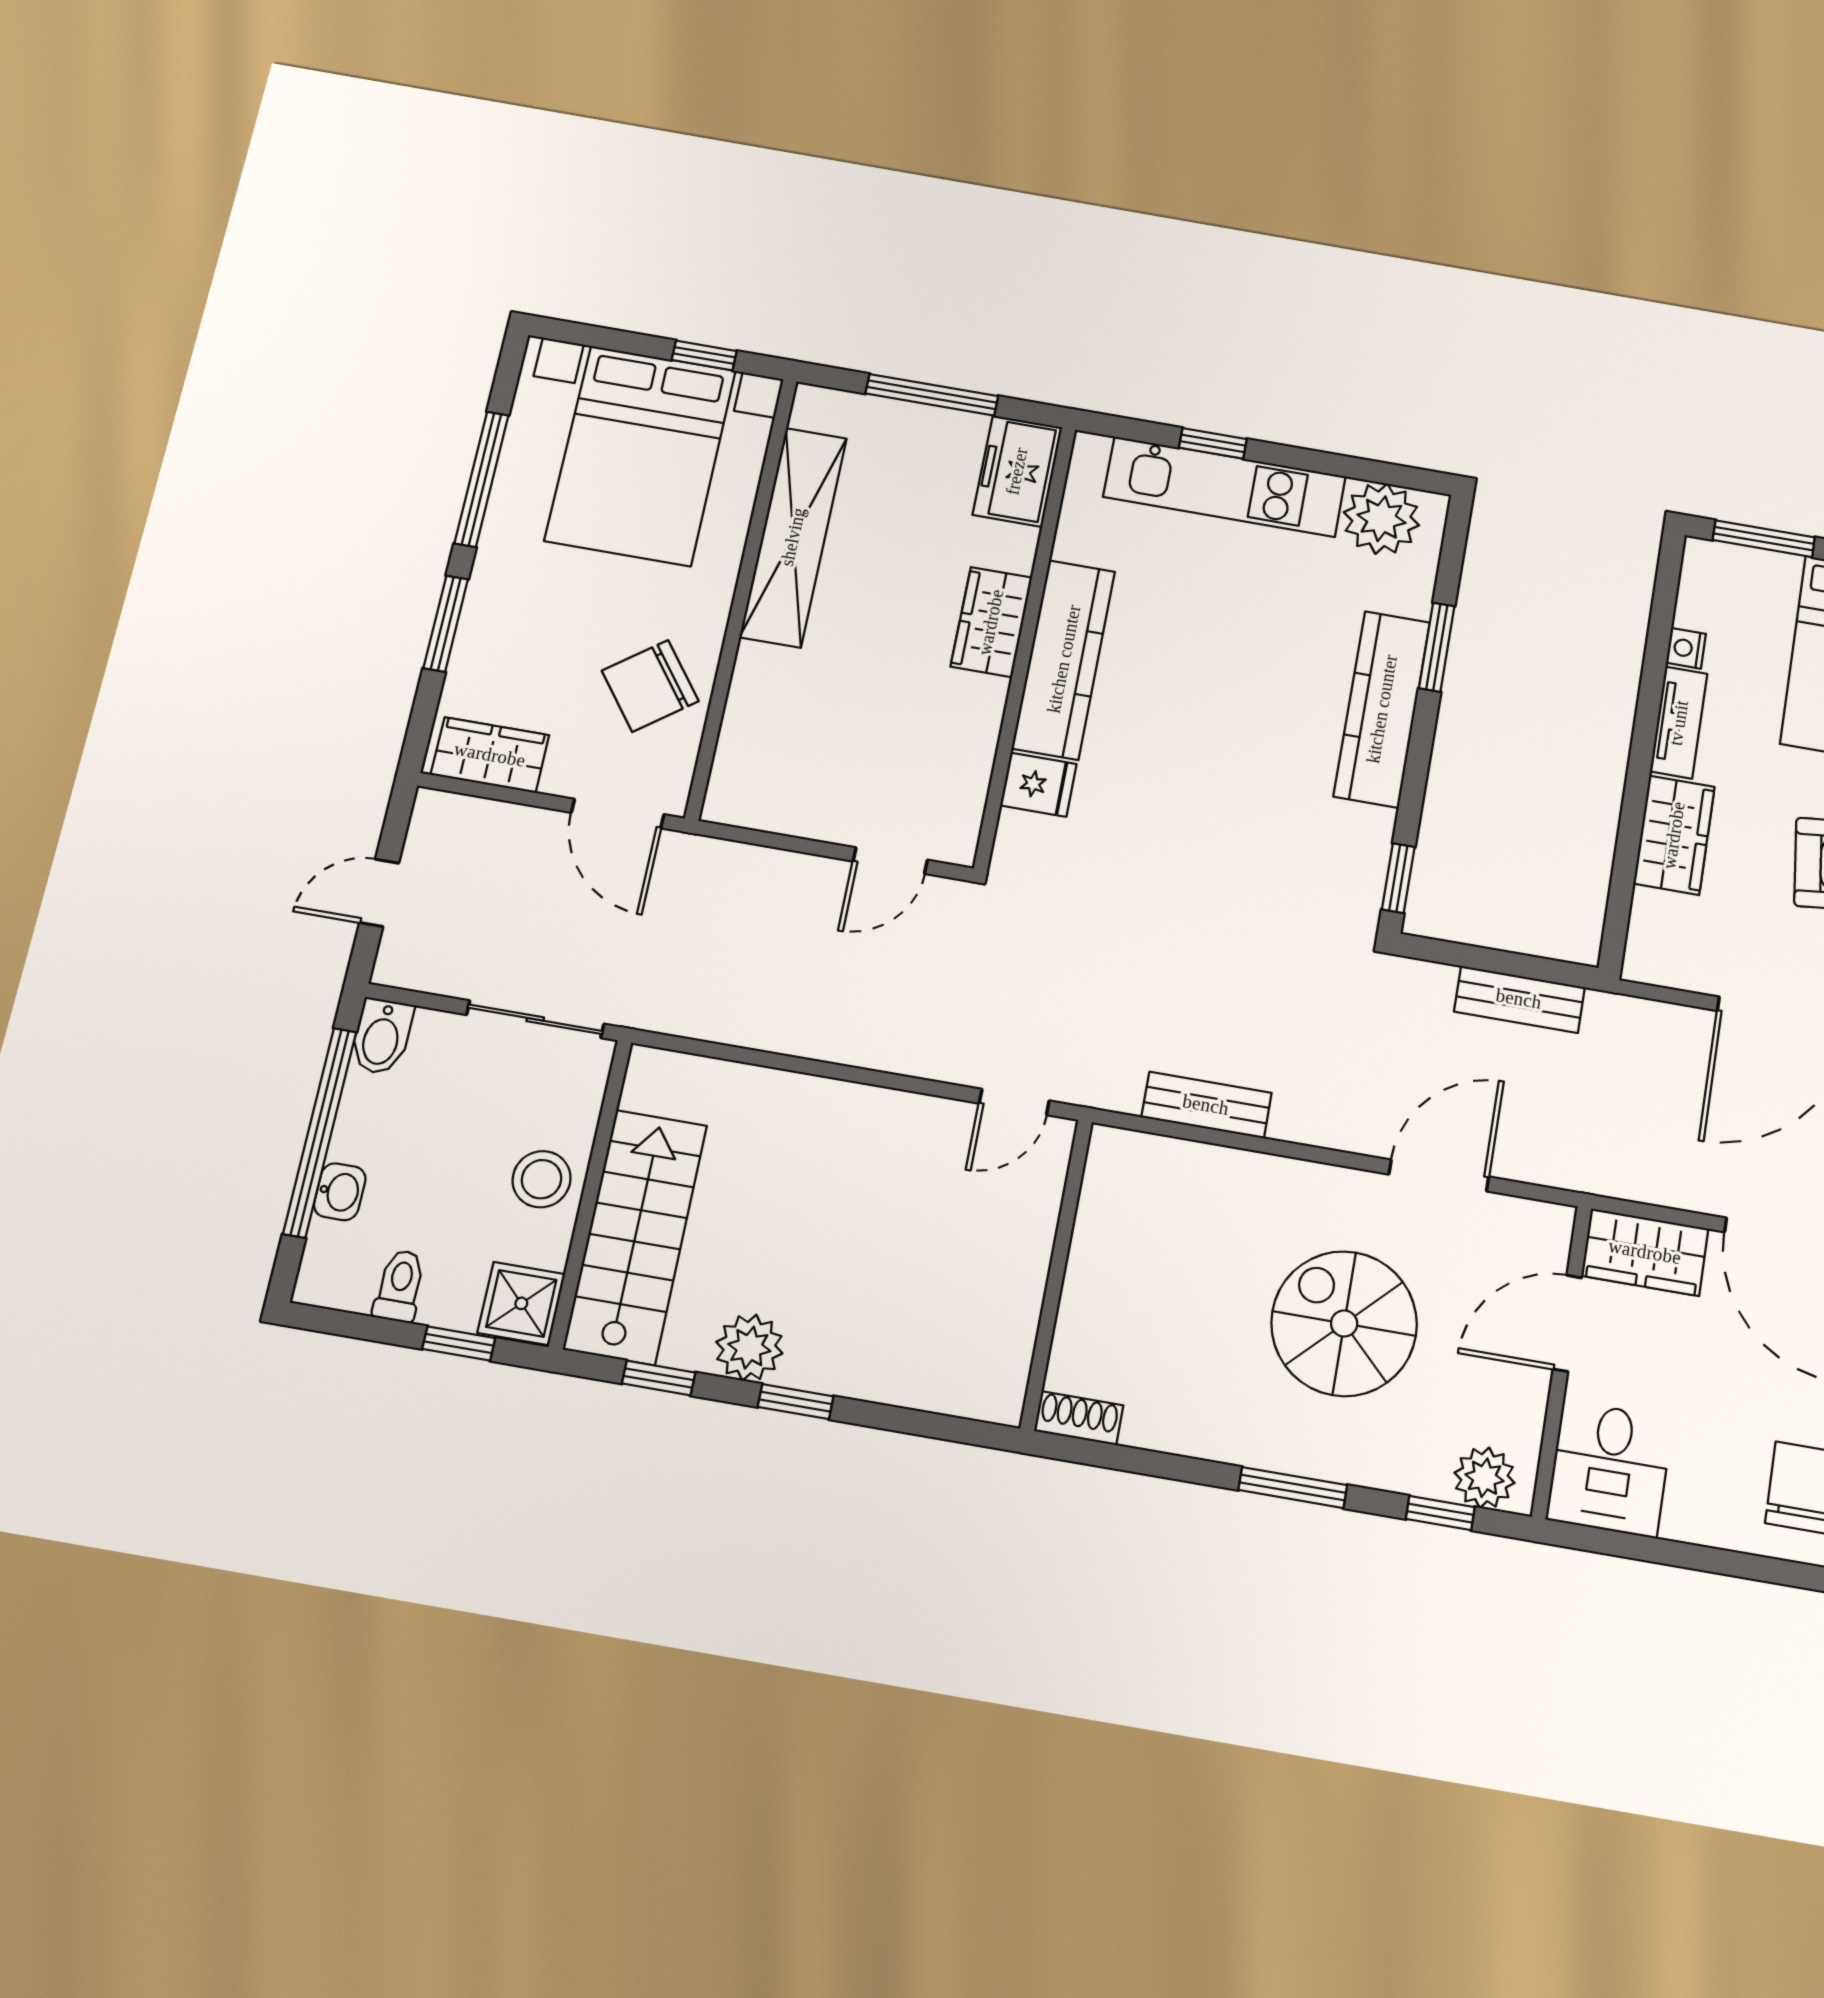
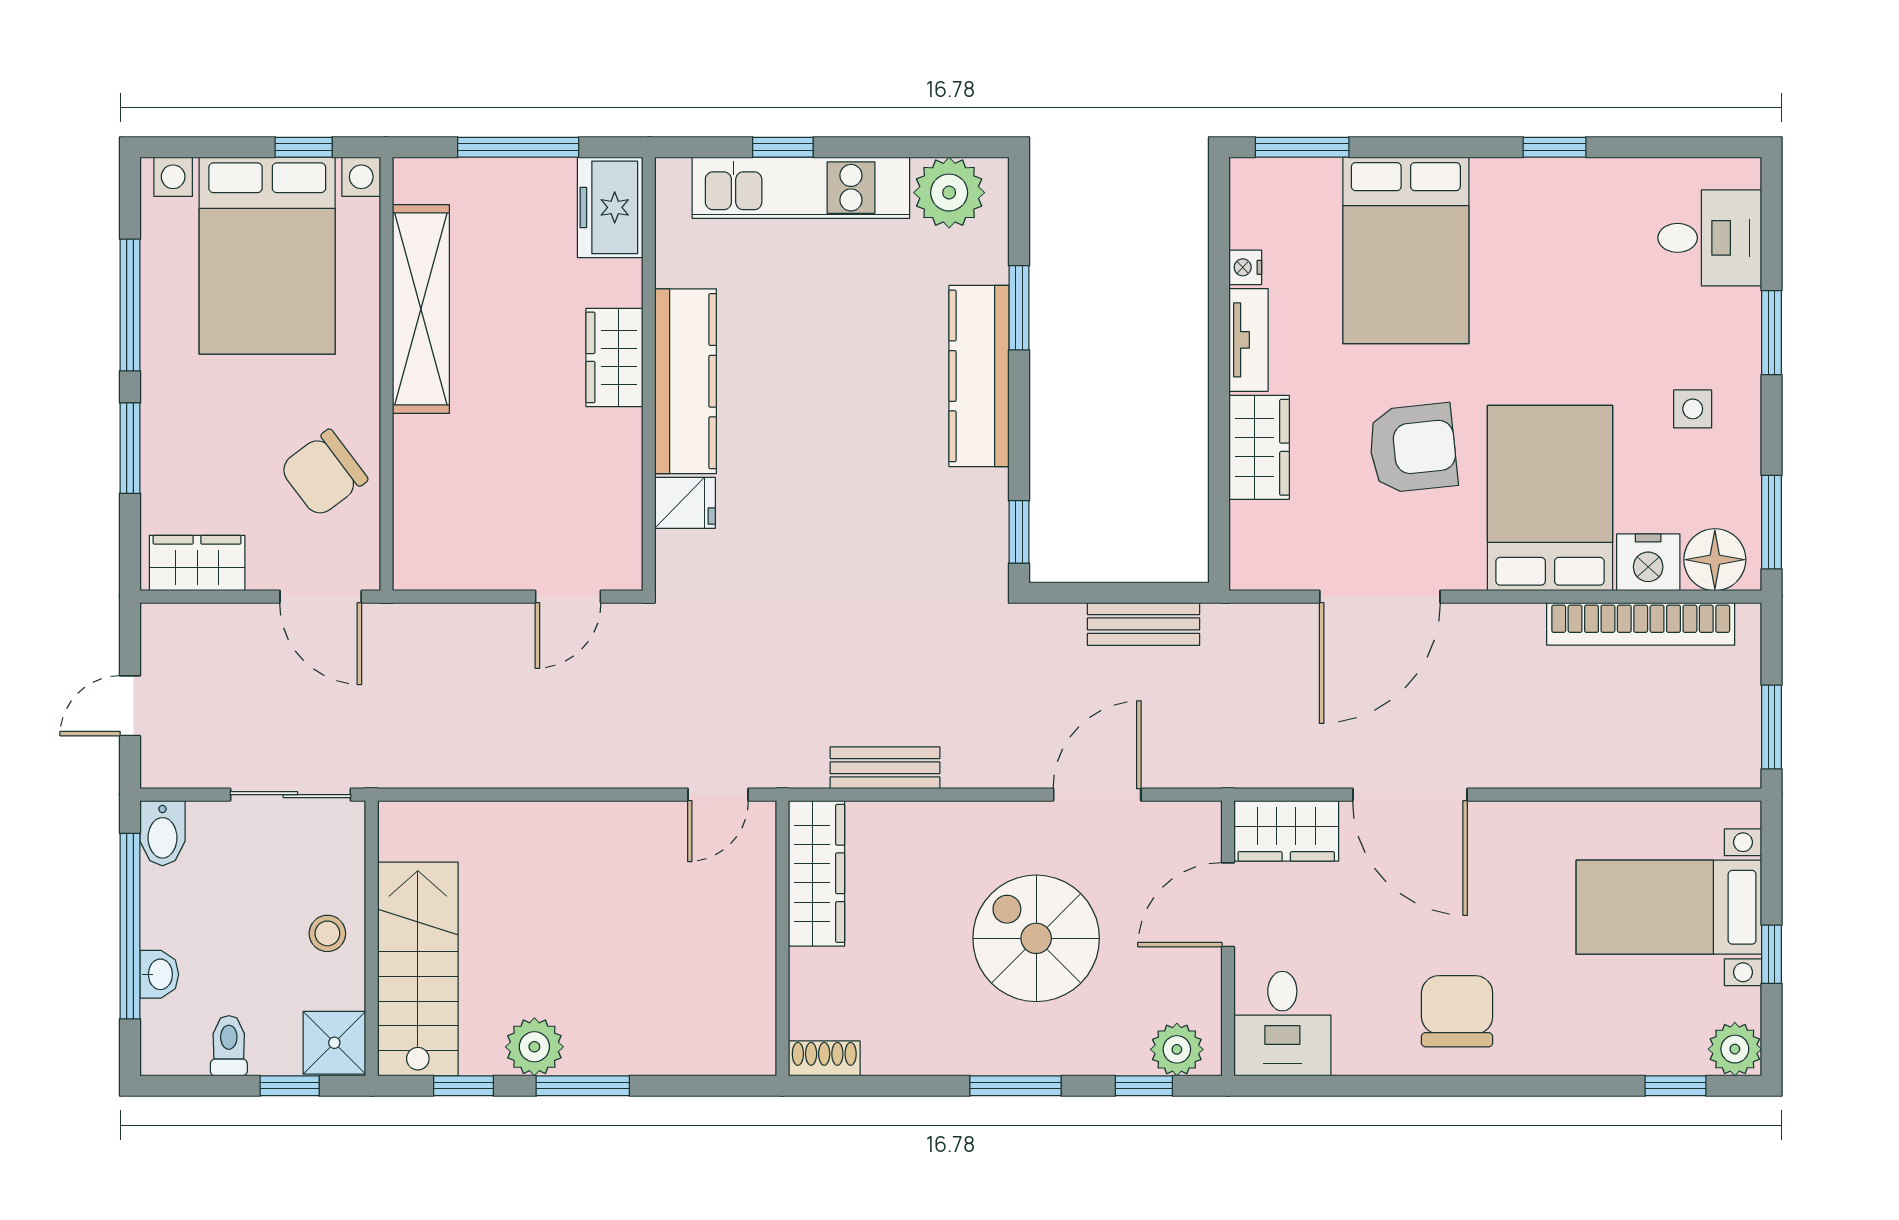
stool: (542, 1179) -> (327, 933), width x0.73, depth x0.73
wardrobe: (1109, 1208) -> (817, 873), added
window: (796, 1402) -> (583, 1086), width x1.50

